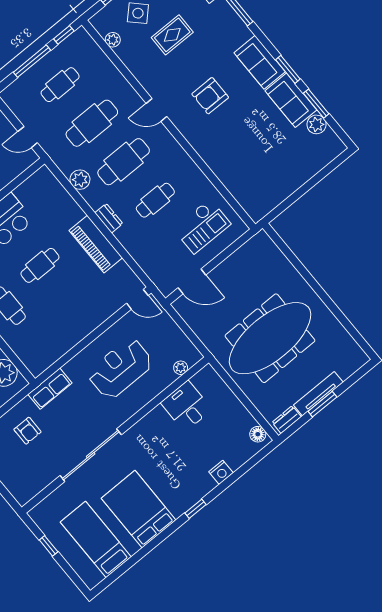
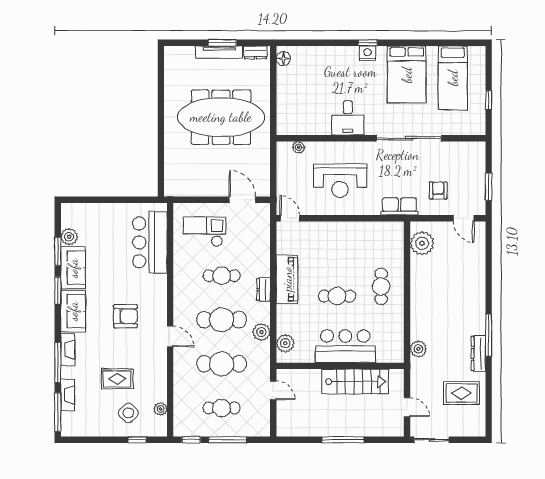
fireplace: (236, 25) -> (68, 350), added
bar counter: (242, 178) -> (150, 242), added
plant: (51, 187) -> (285, 343), added
desk: (186, 406) -> (348, 118), moved
nightstand: (221, 472) -> (368, 53), moved

